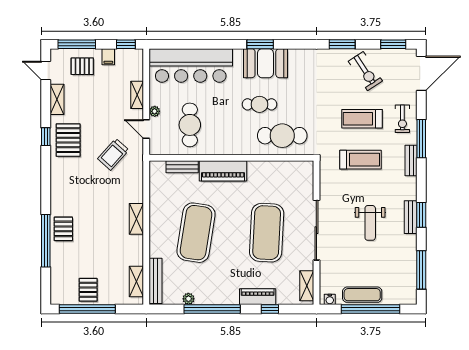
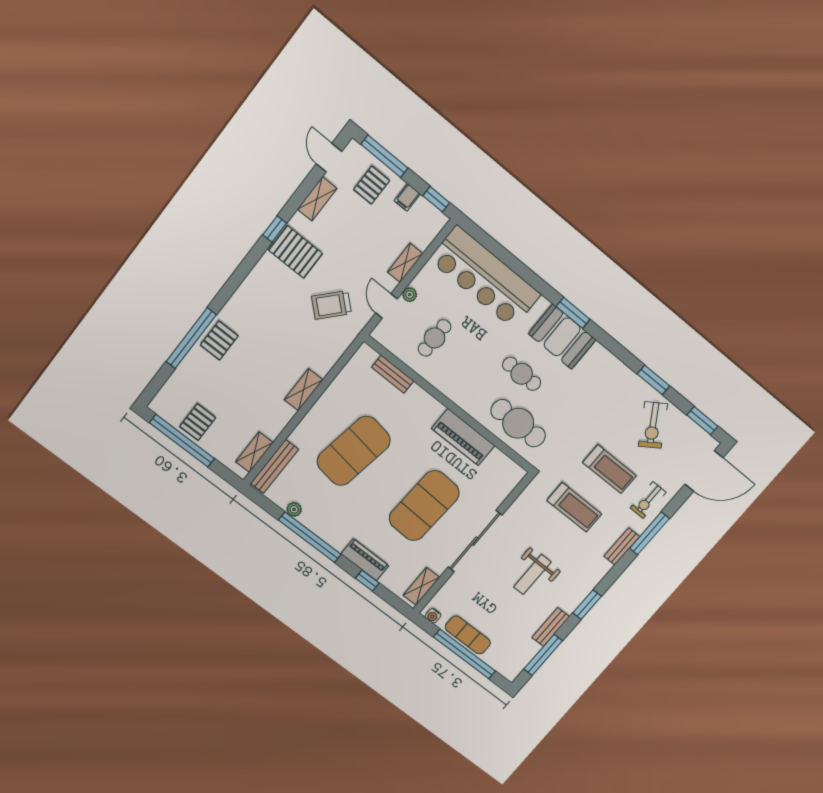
pallet: (82, 66) -> (372, 185), turned 90
treadmill: (362, 119) -> (610, 469), turned 180
cafe table: (190, 125) -> (435, 338), width x0.73, depth x0.74
pallet: (68, 140) -> (296, 252), turned 90
piano: (223, 171) -> (463, 437), moved
bench: (411, 217) -> (551, 627), moved

